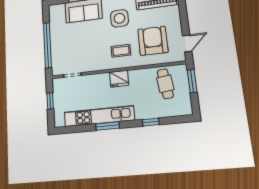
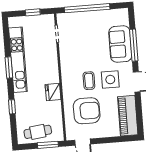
coffee table: (121, 51) -> (89, 81), moved
fridge: (119, 79) -> (53, 92), moved
cafe table: (165, 84) -> (38, 132), moved

